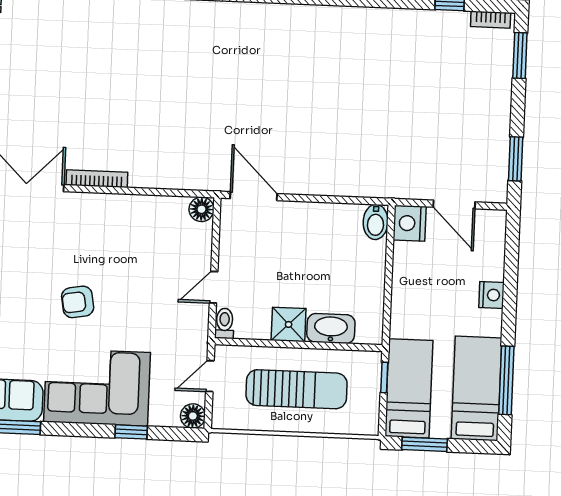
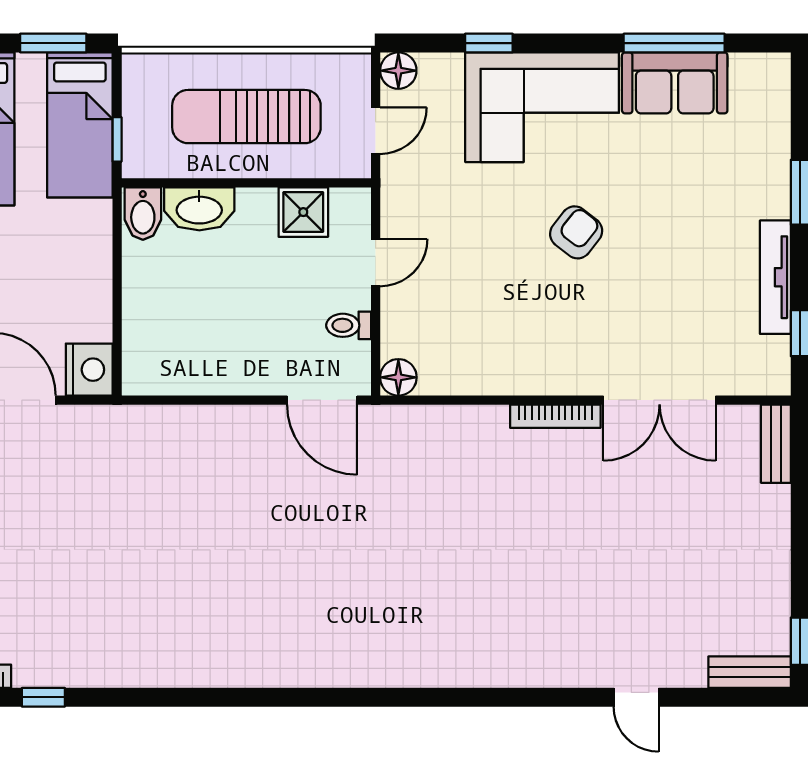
bidet: (376, 222) -> (143, 214), moved, turned 180
armchair: (78, 302) -> (576, 232), turned -42
toilet: (224, 323) -> (349, 325), moved, turned 90
shower: (289, 324) -> (303, 212), moved

